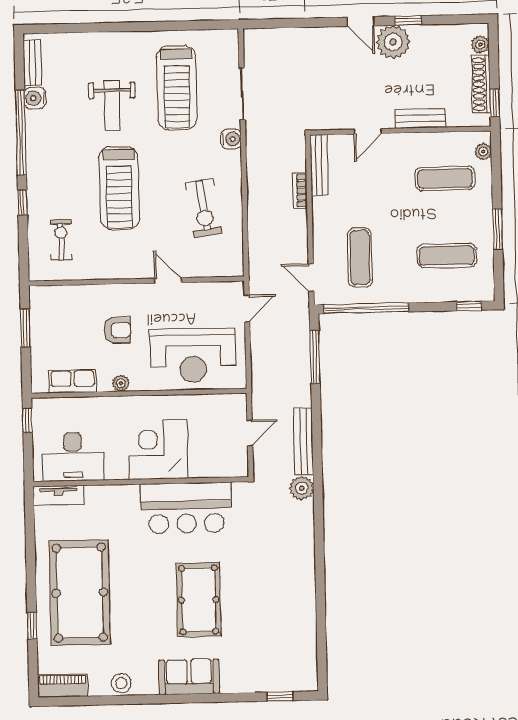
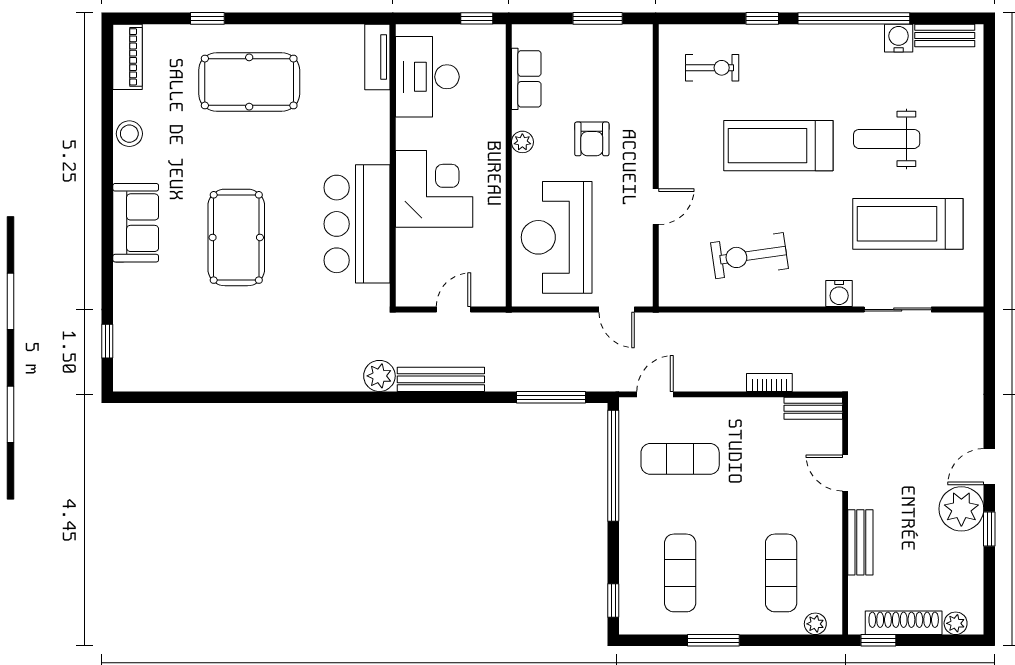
bench: (319, 165) -> (813, 408), width x0.73
door: (250, 433) -> (454, 310), swing flipped
pool table: (80, 593) -> (249, 82), width x0.73, depth x0.76
pool table: (199, 600) -> (236, 237), turned 90

